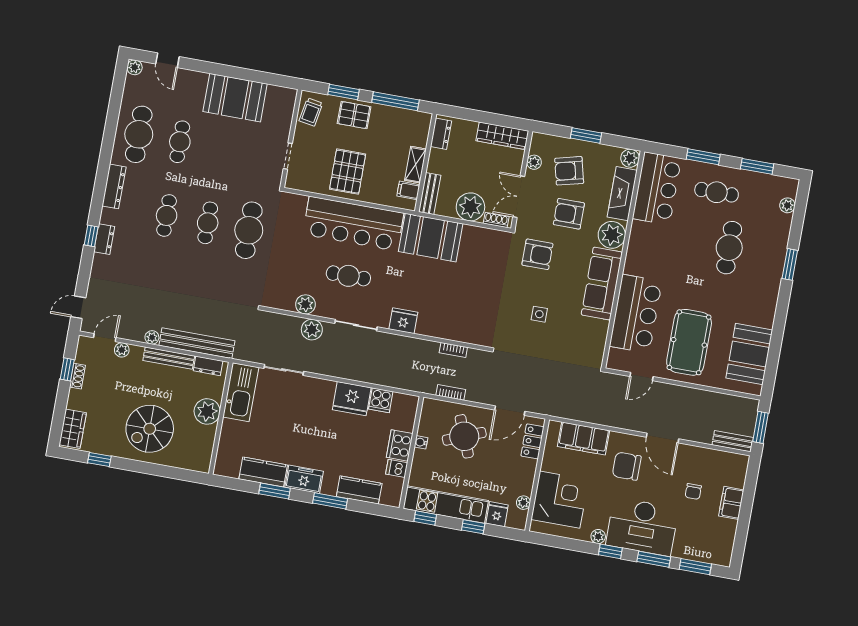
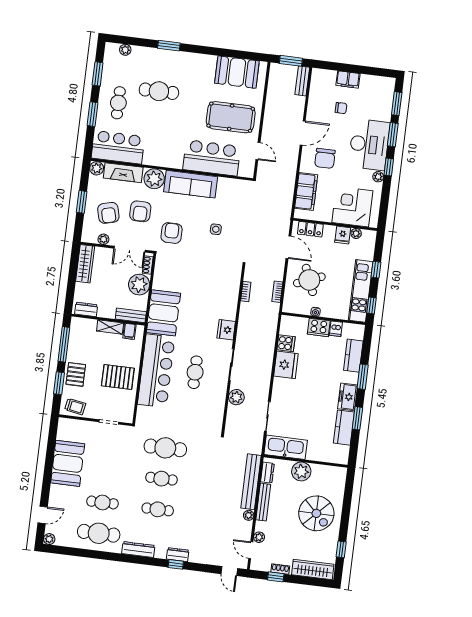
plant: (305, 304) -> (218, 403), removed
wardrobe: (73, 429) -> (313, 570), width x1.50
fridge: (497, 514) -> (343, 235), moved, turned -90

